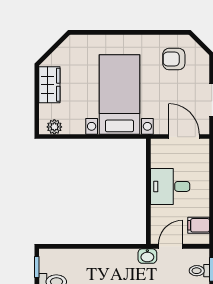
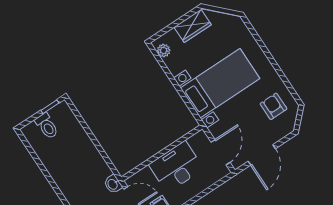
desk: (170, 186) -> (176, 167), width x1.37

